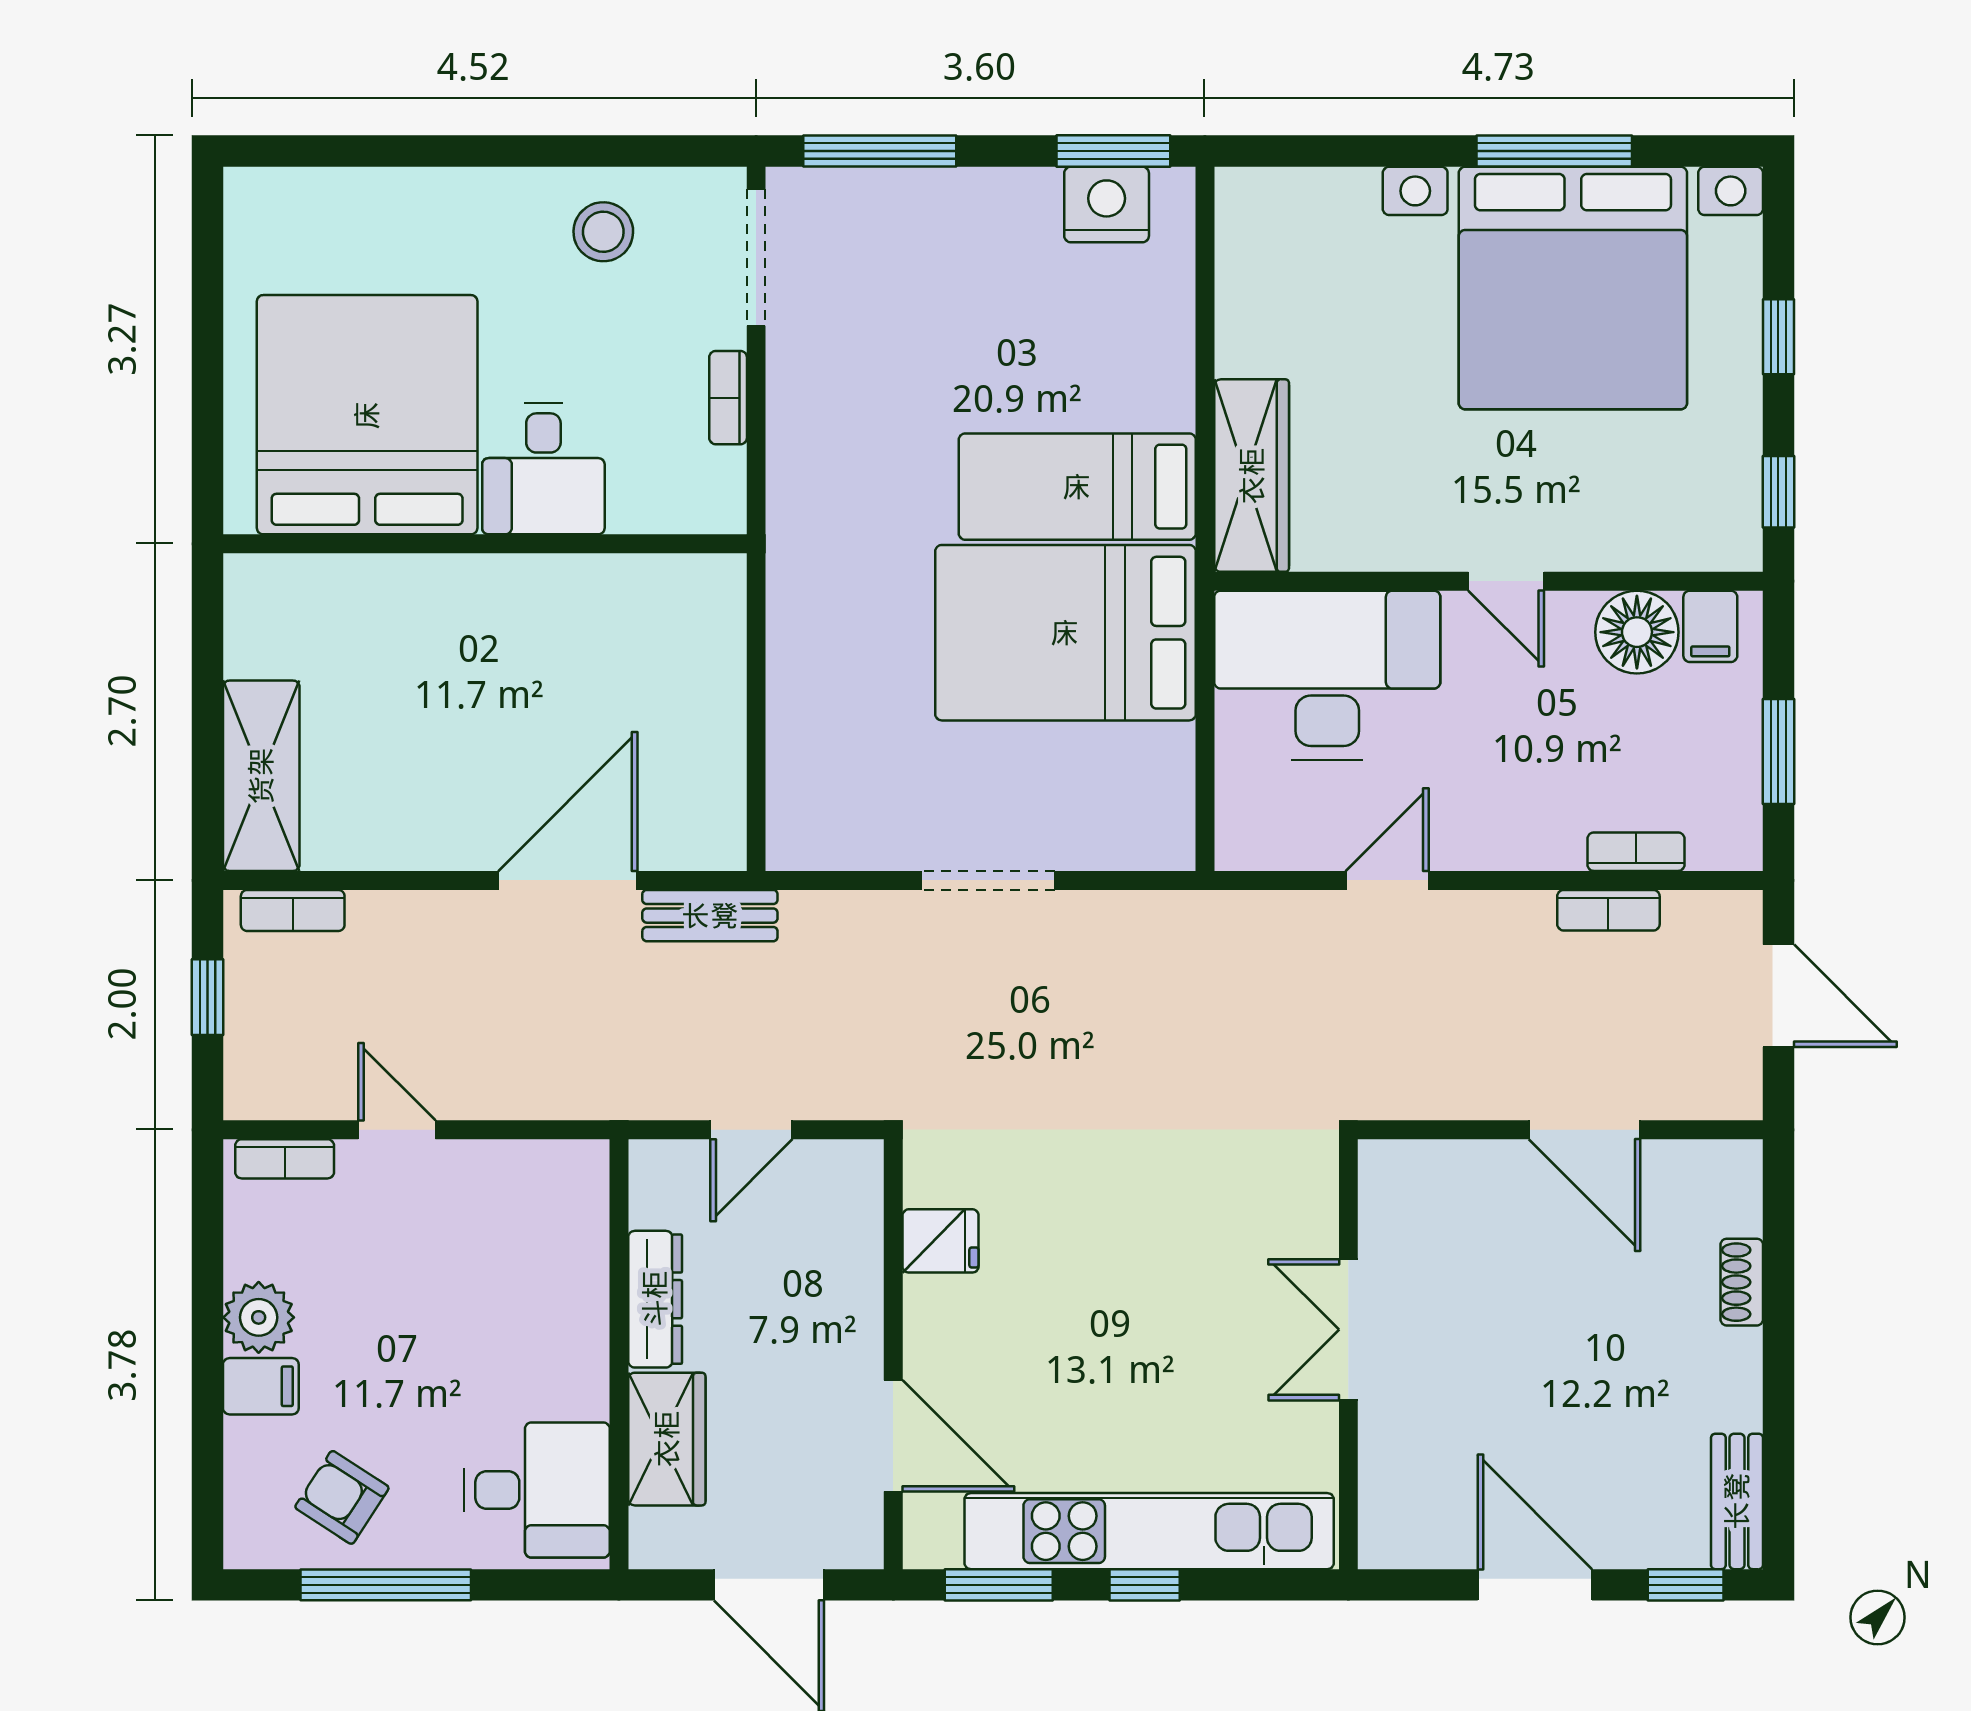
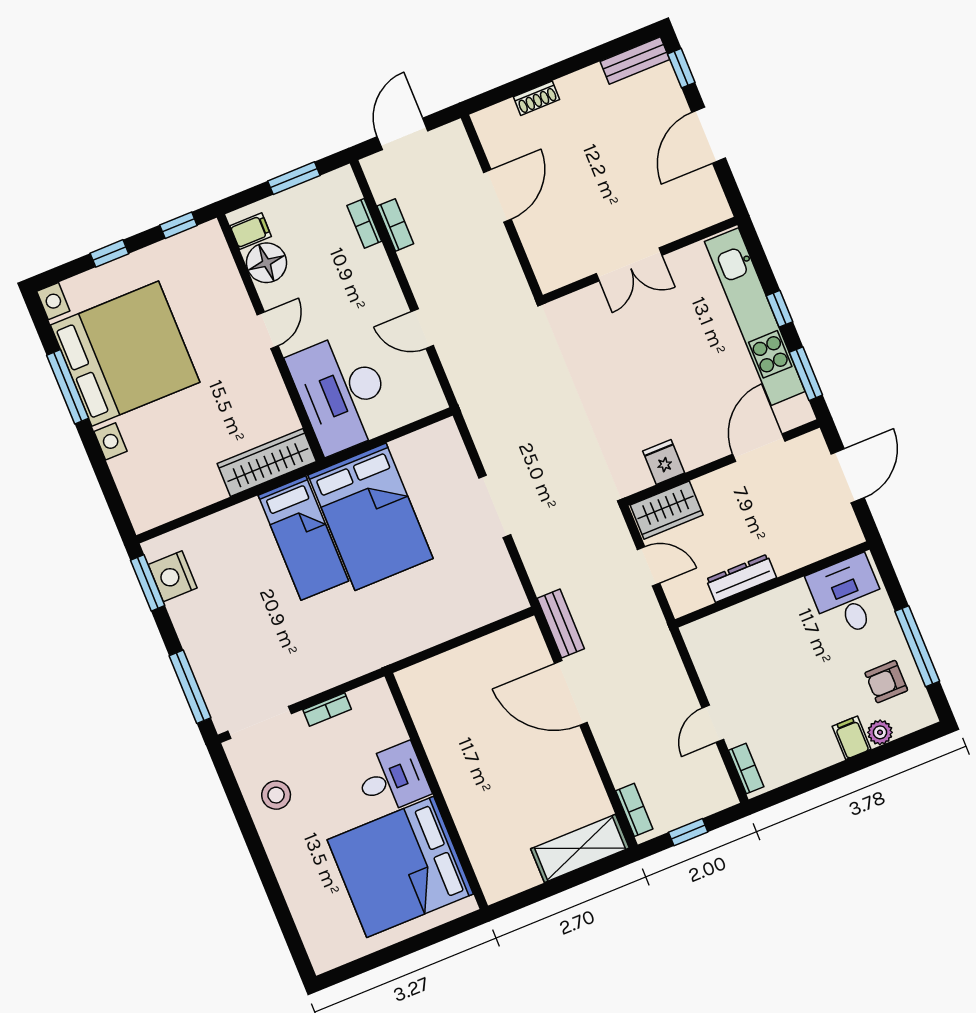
plant: (259, 1317) -> (880, 732), moved, width x0.73, depth x0.73
wardrobe: (667, 1439) -> (667, 510), moved, turned 180
armchair: (342, 1497) -> (886, 682), turned 57

